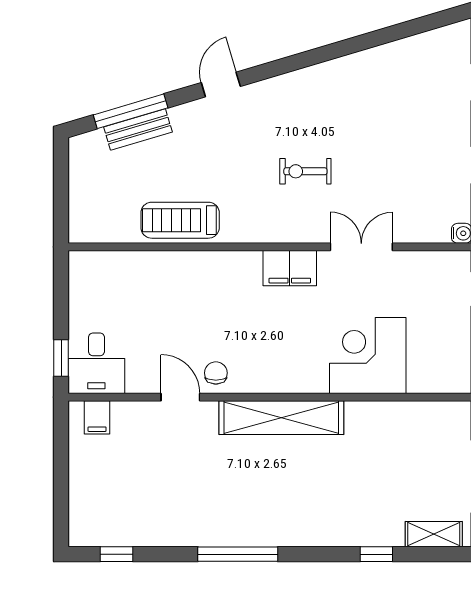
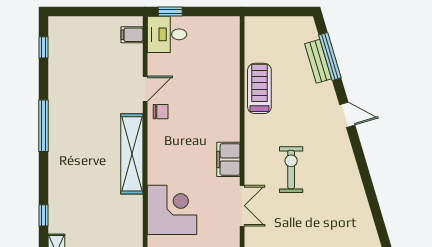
exercise bike: (305, 171) -> (291, 170), width x1.38, depth x1.39

